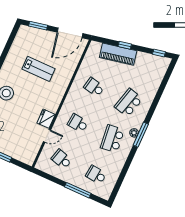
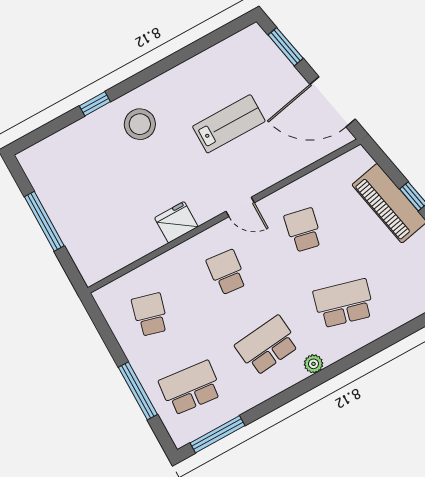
lab bench: (38, 69) -> (229, 124), turned -90
window: (141, 135) -> (217, 434), moved
door: (47, 136) -> (240, 207), moved
school desk: (96, 175) -> (191, 388), width x1.85

